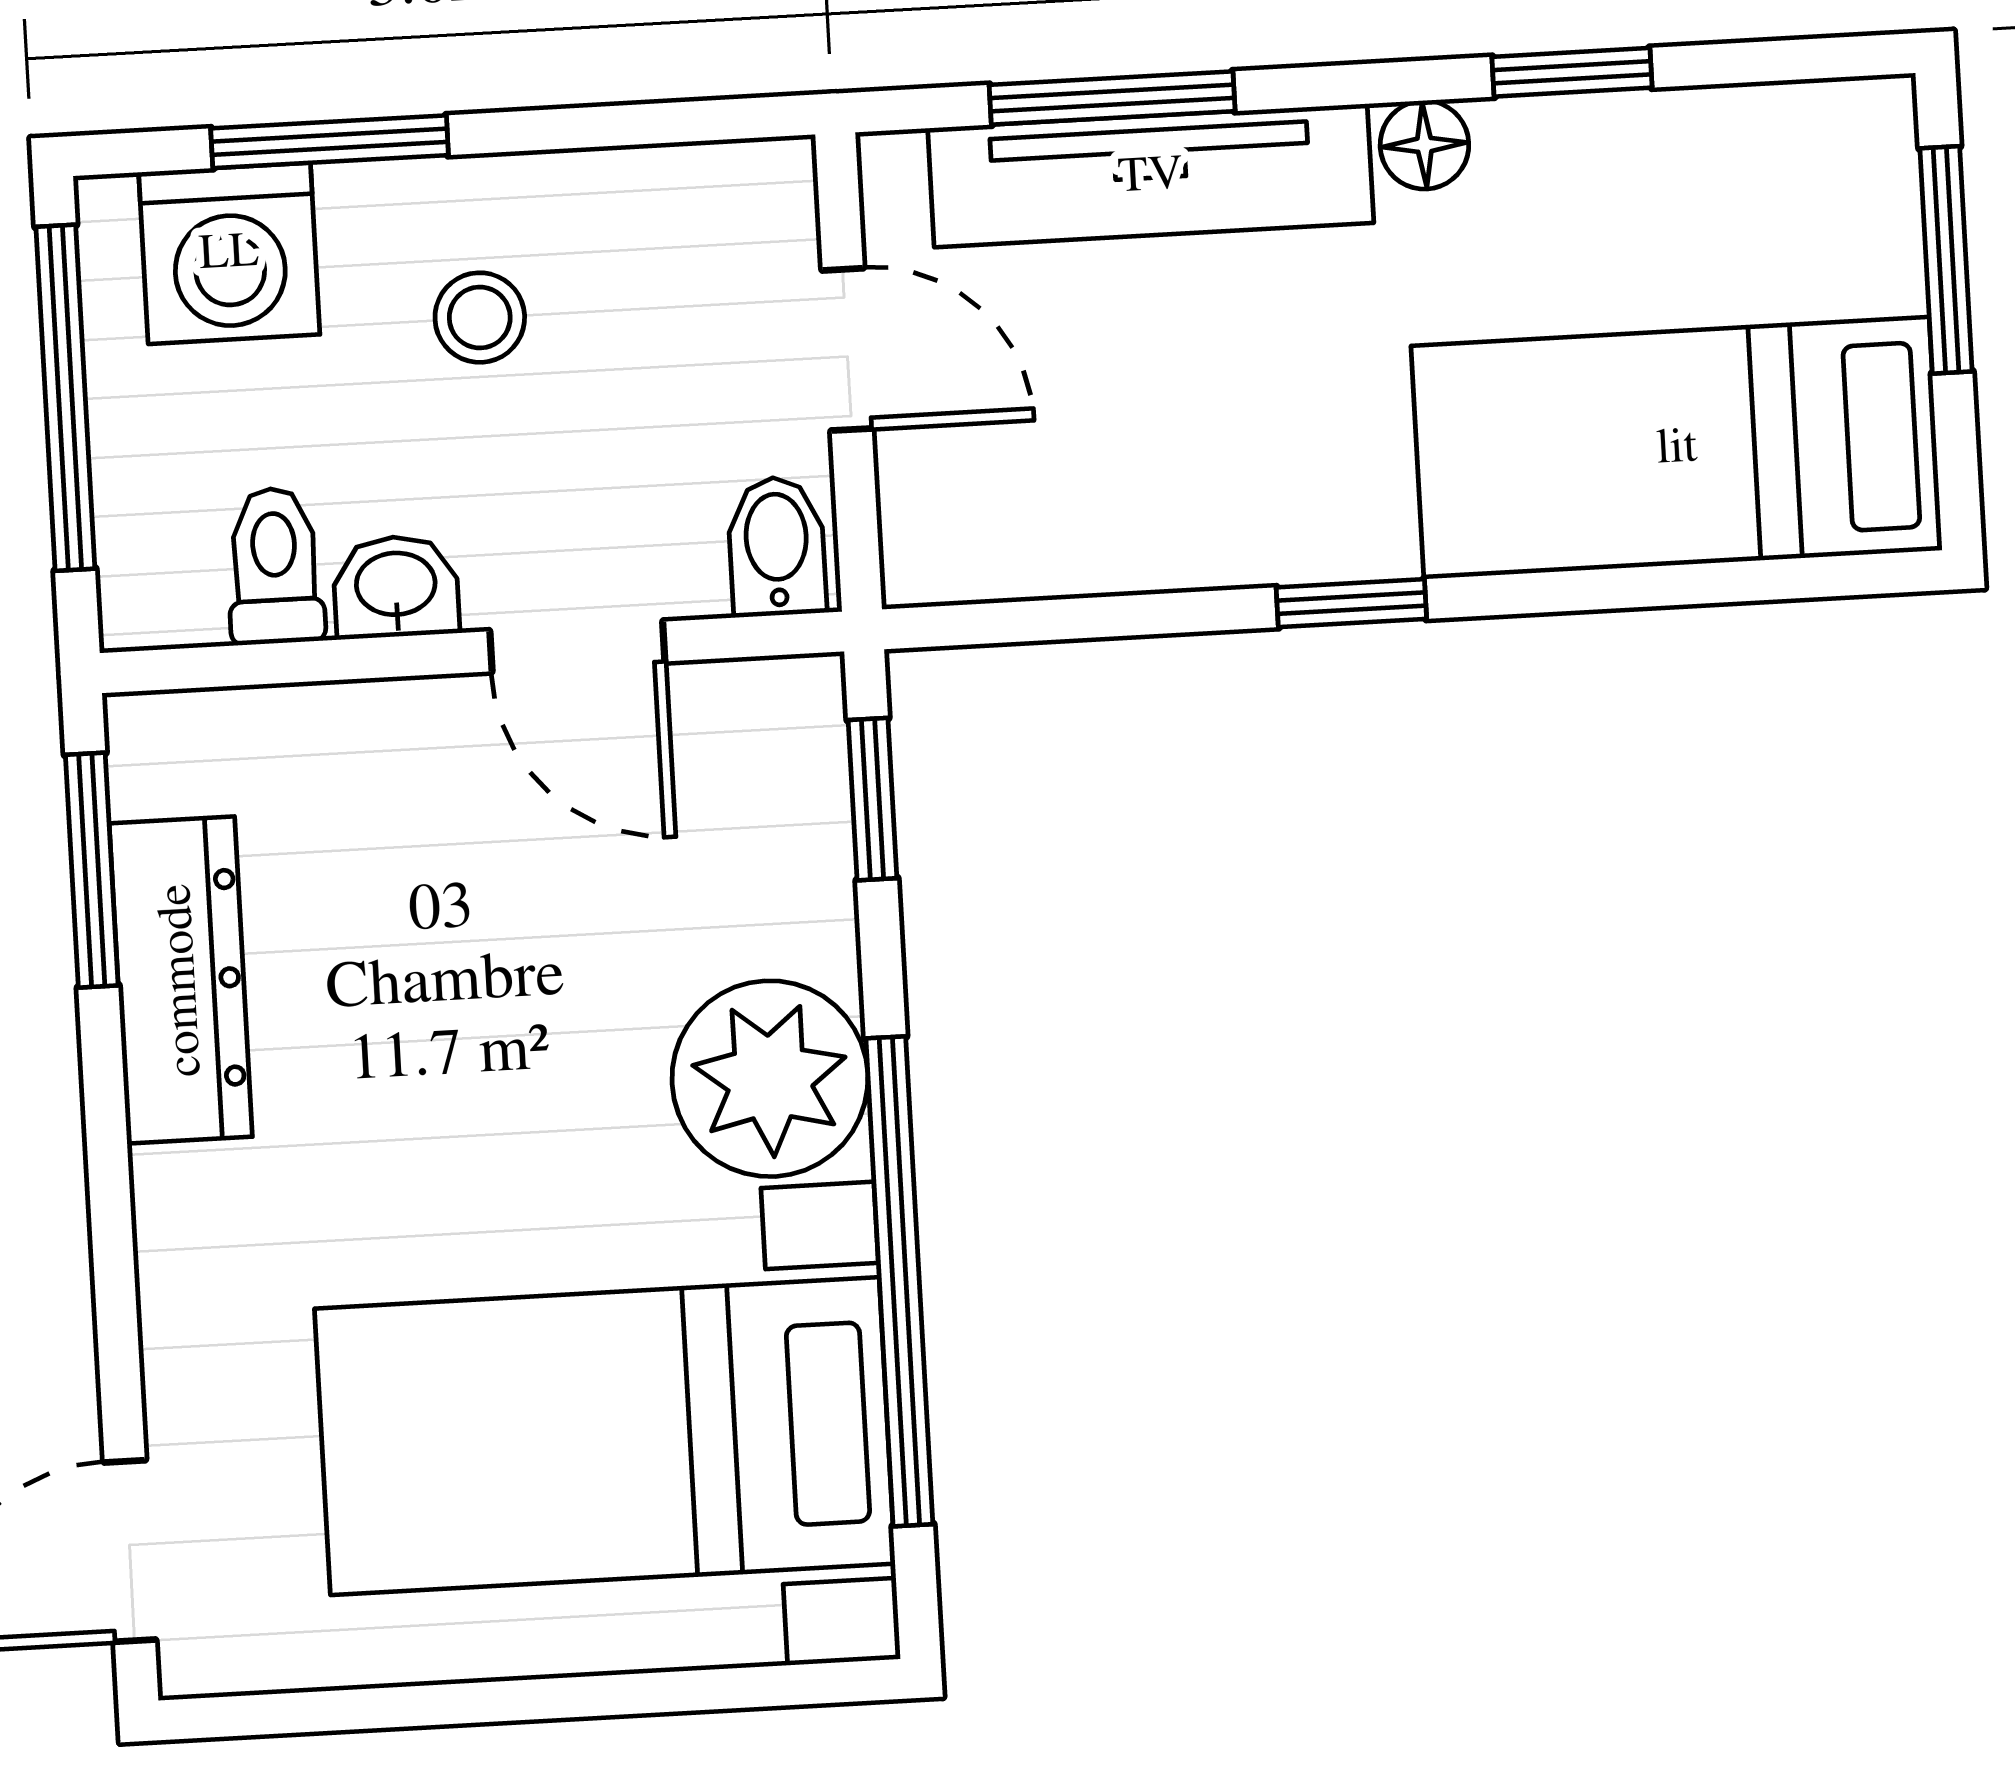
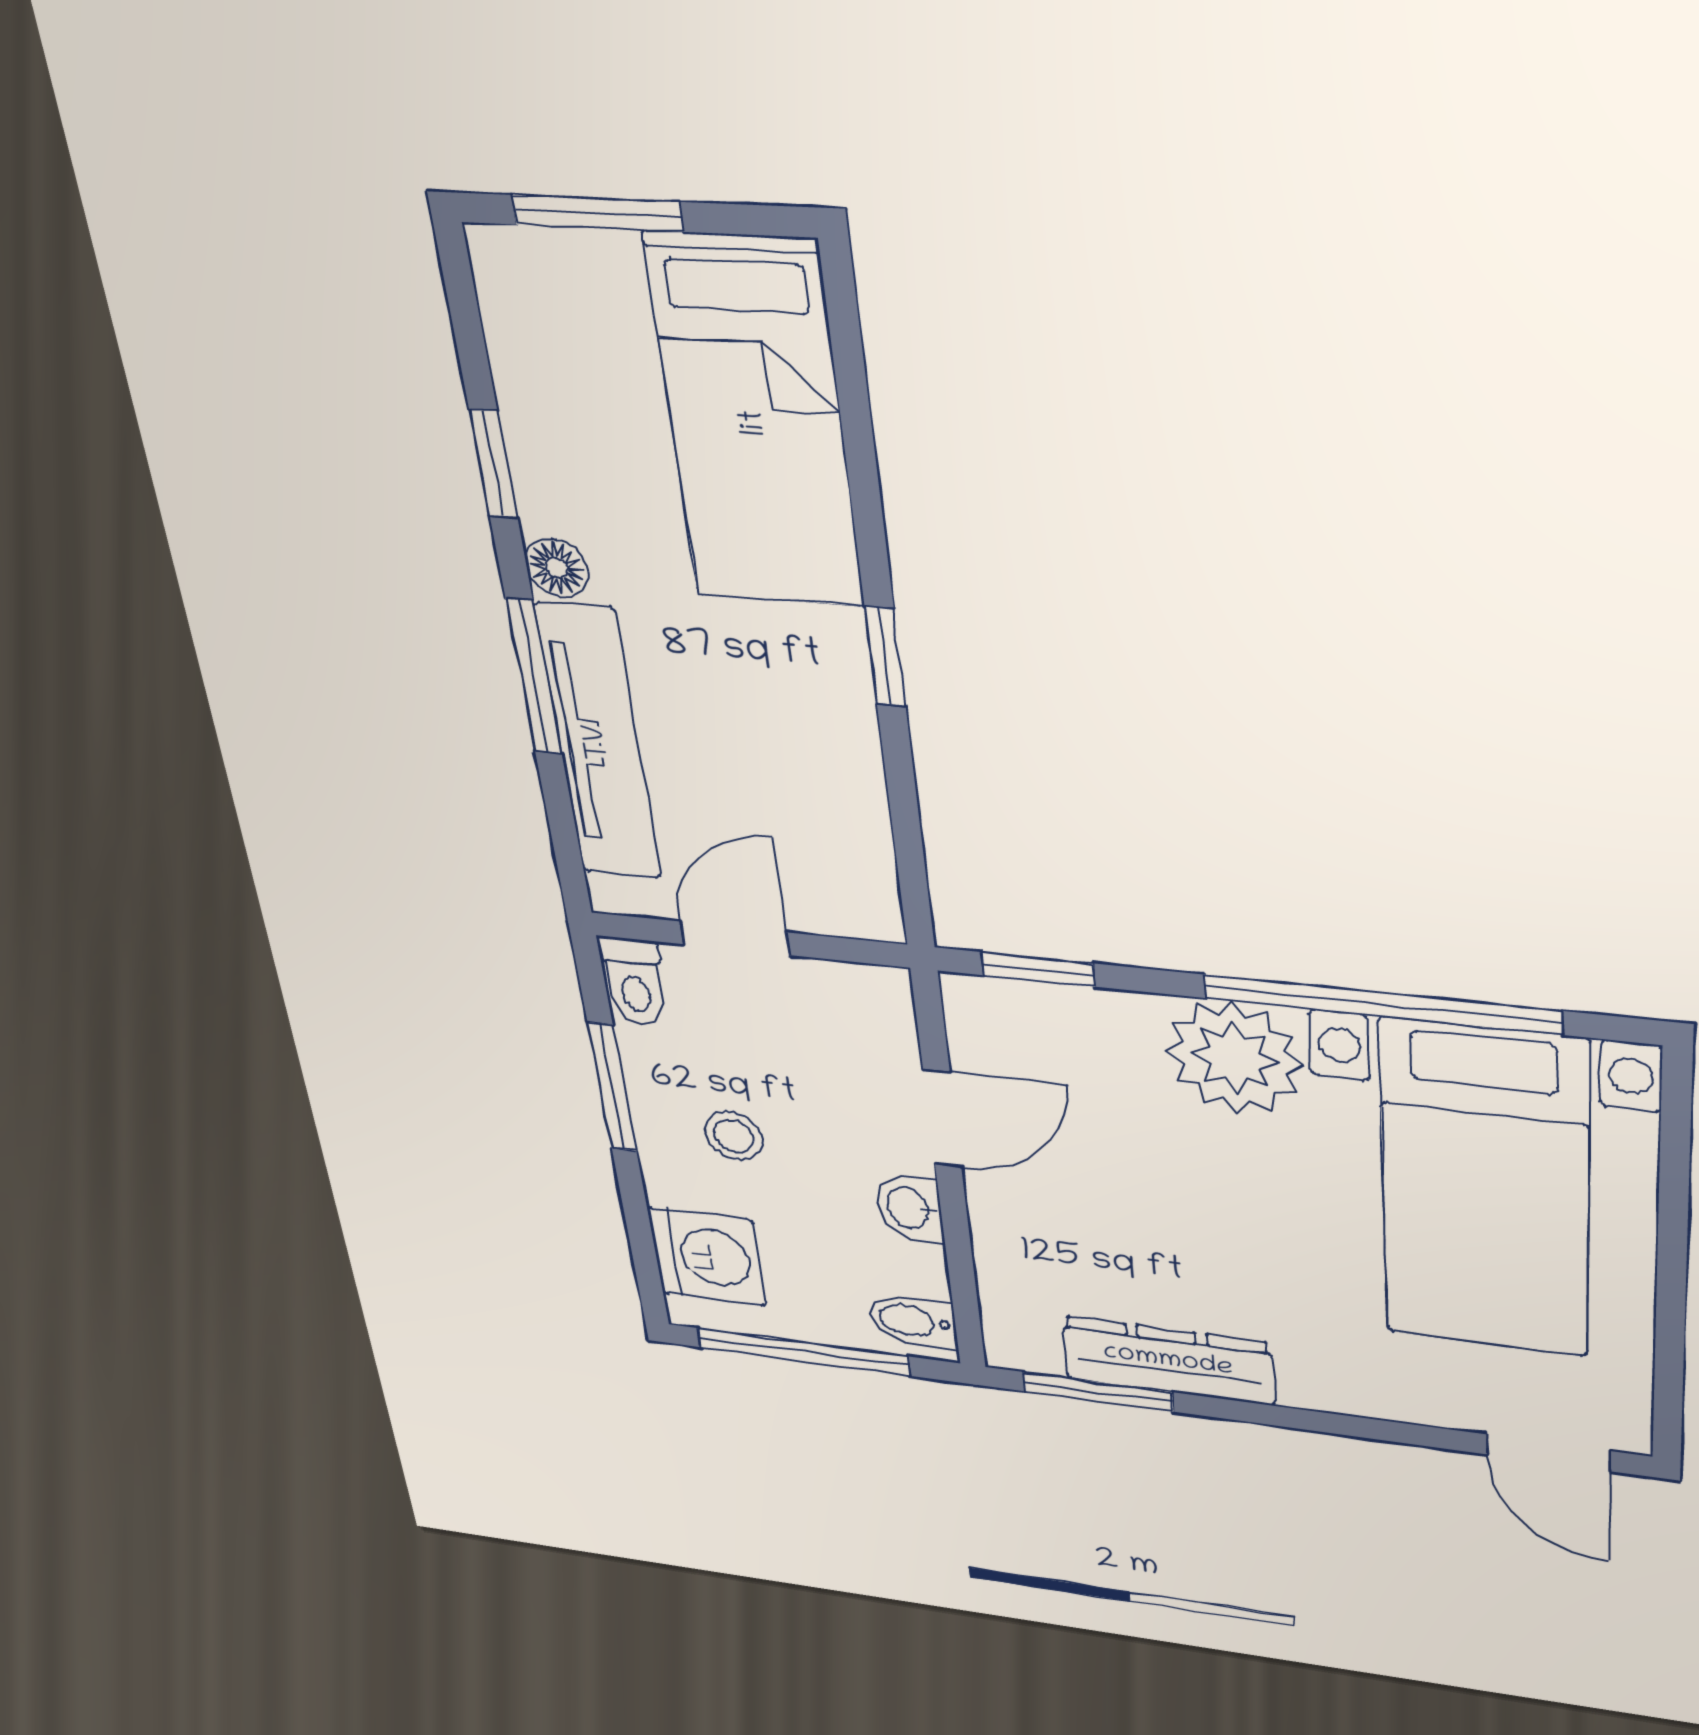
window: (1112, 98) -> (534, 677), moved
window: (330, 142) -> (612, 1087), moved
bidet: (777, 546) -> (913, 1321), moved
toilet: (275, 566) -> (634, 982), moved, turned -90

